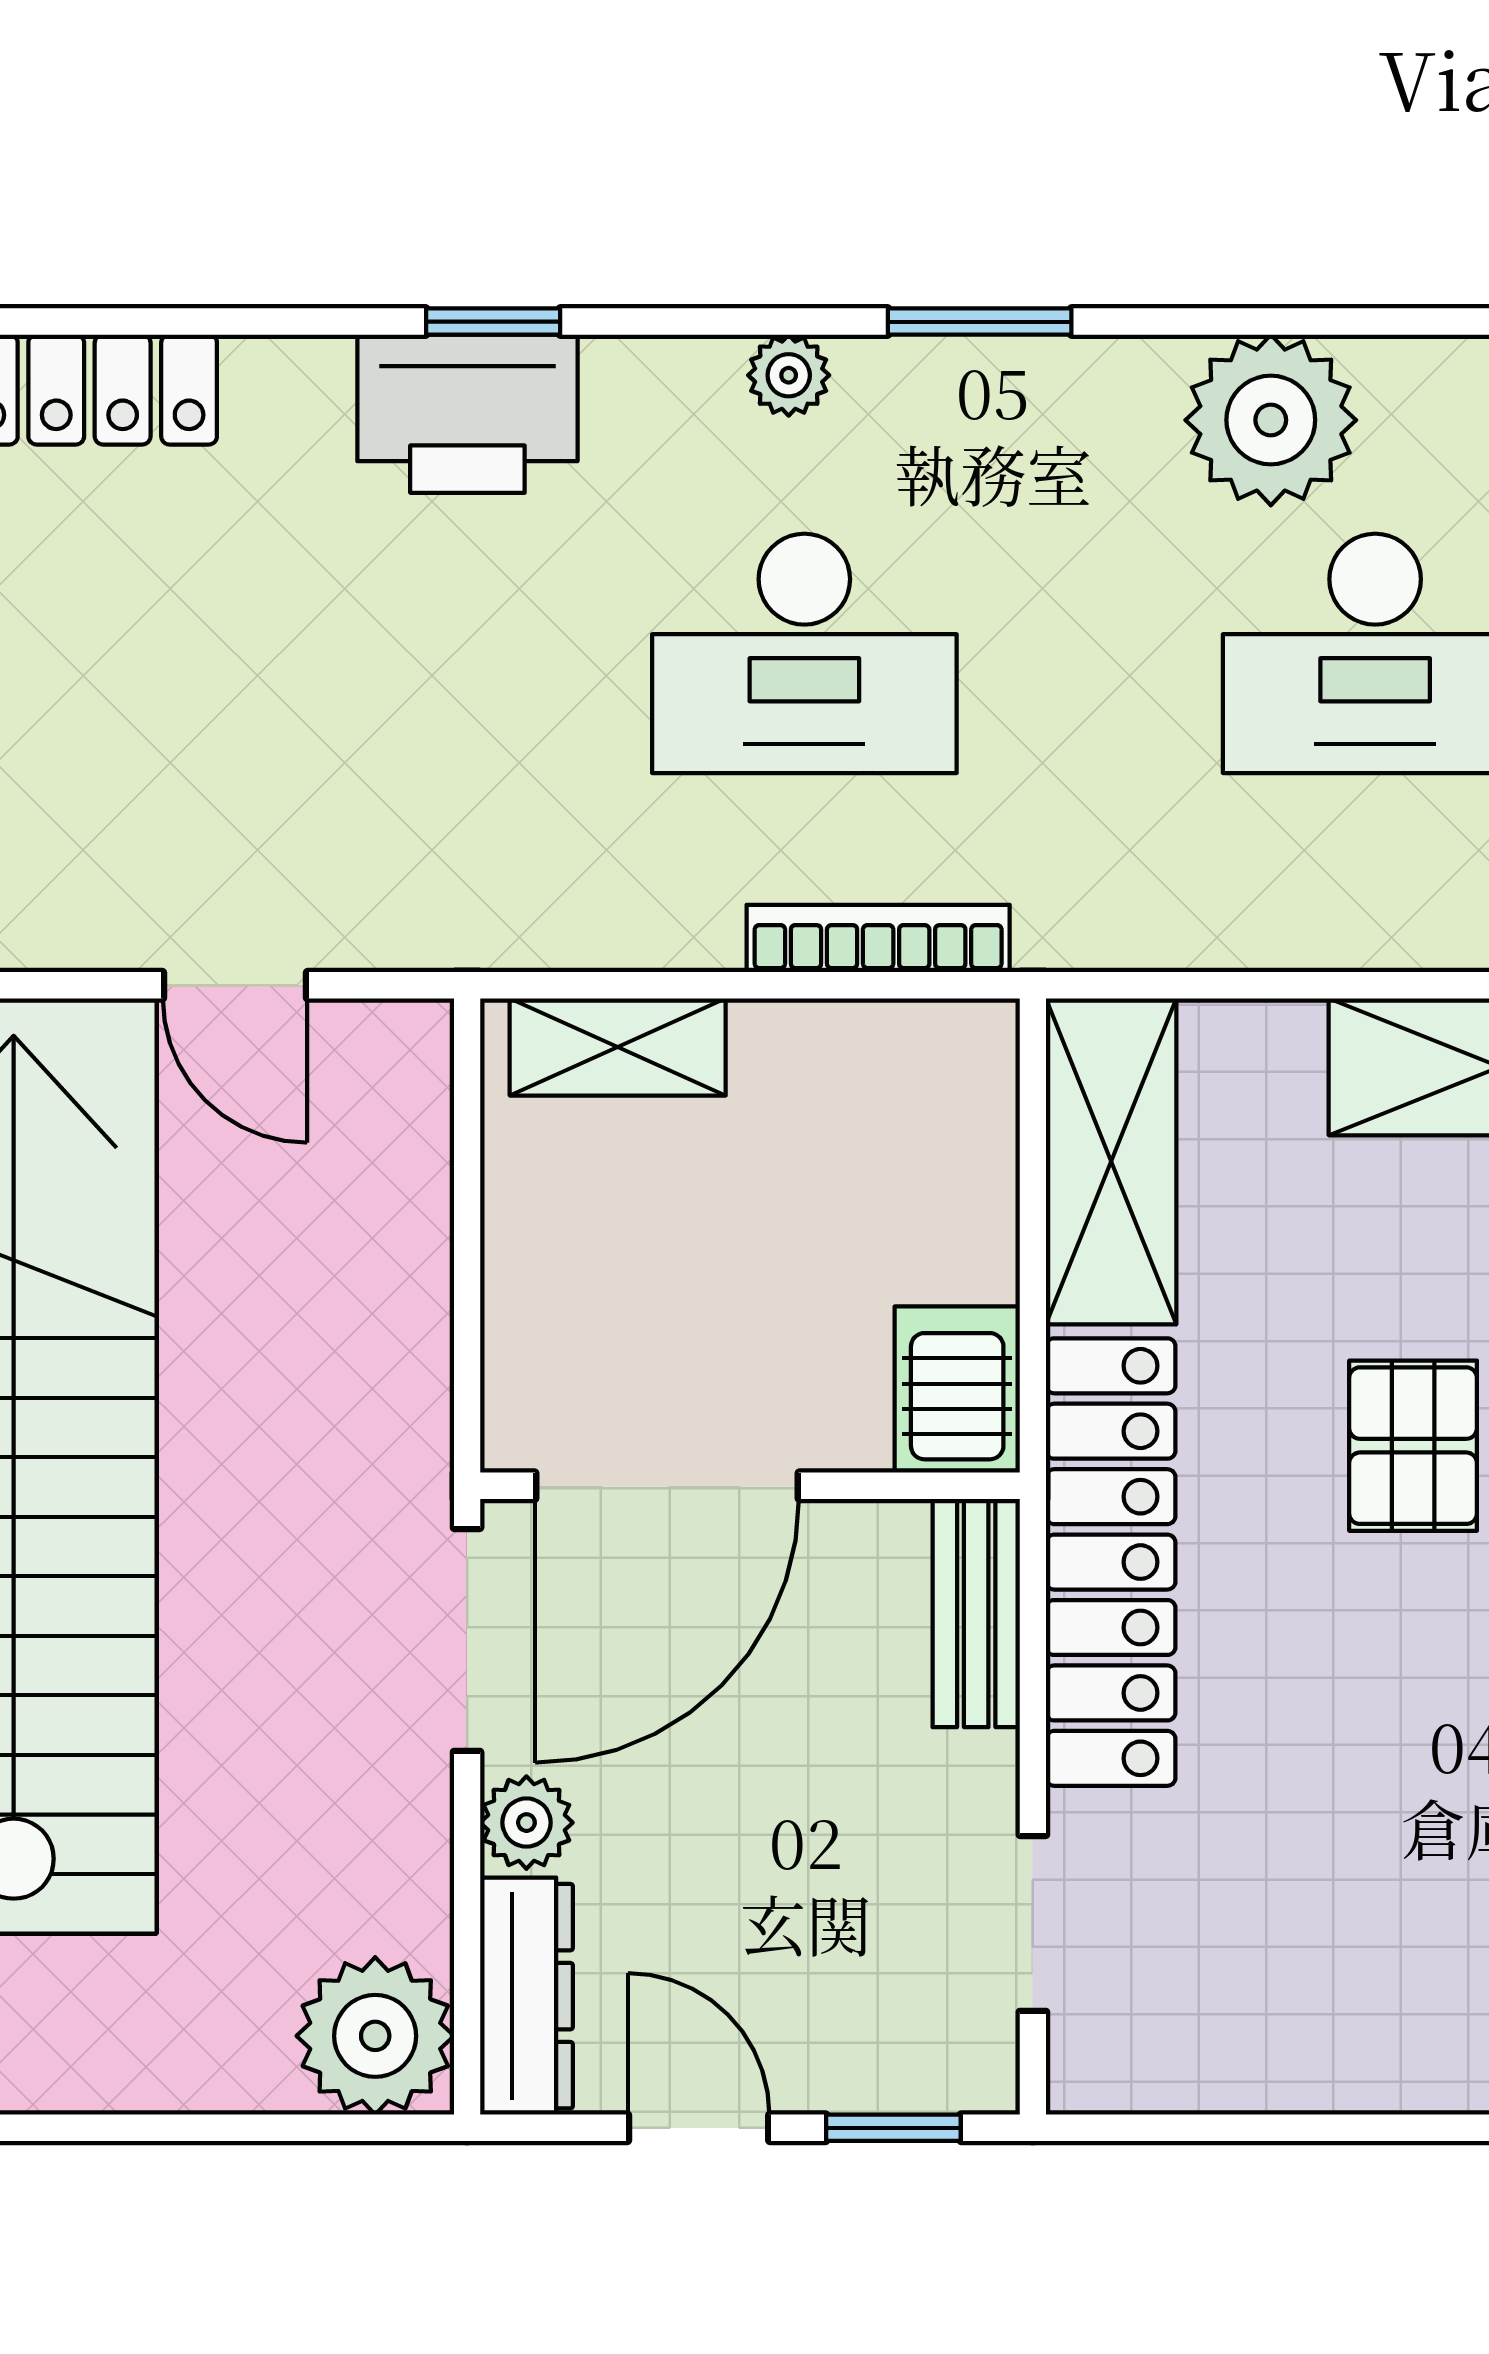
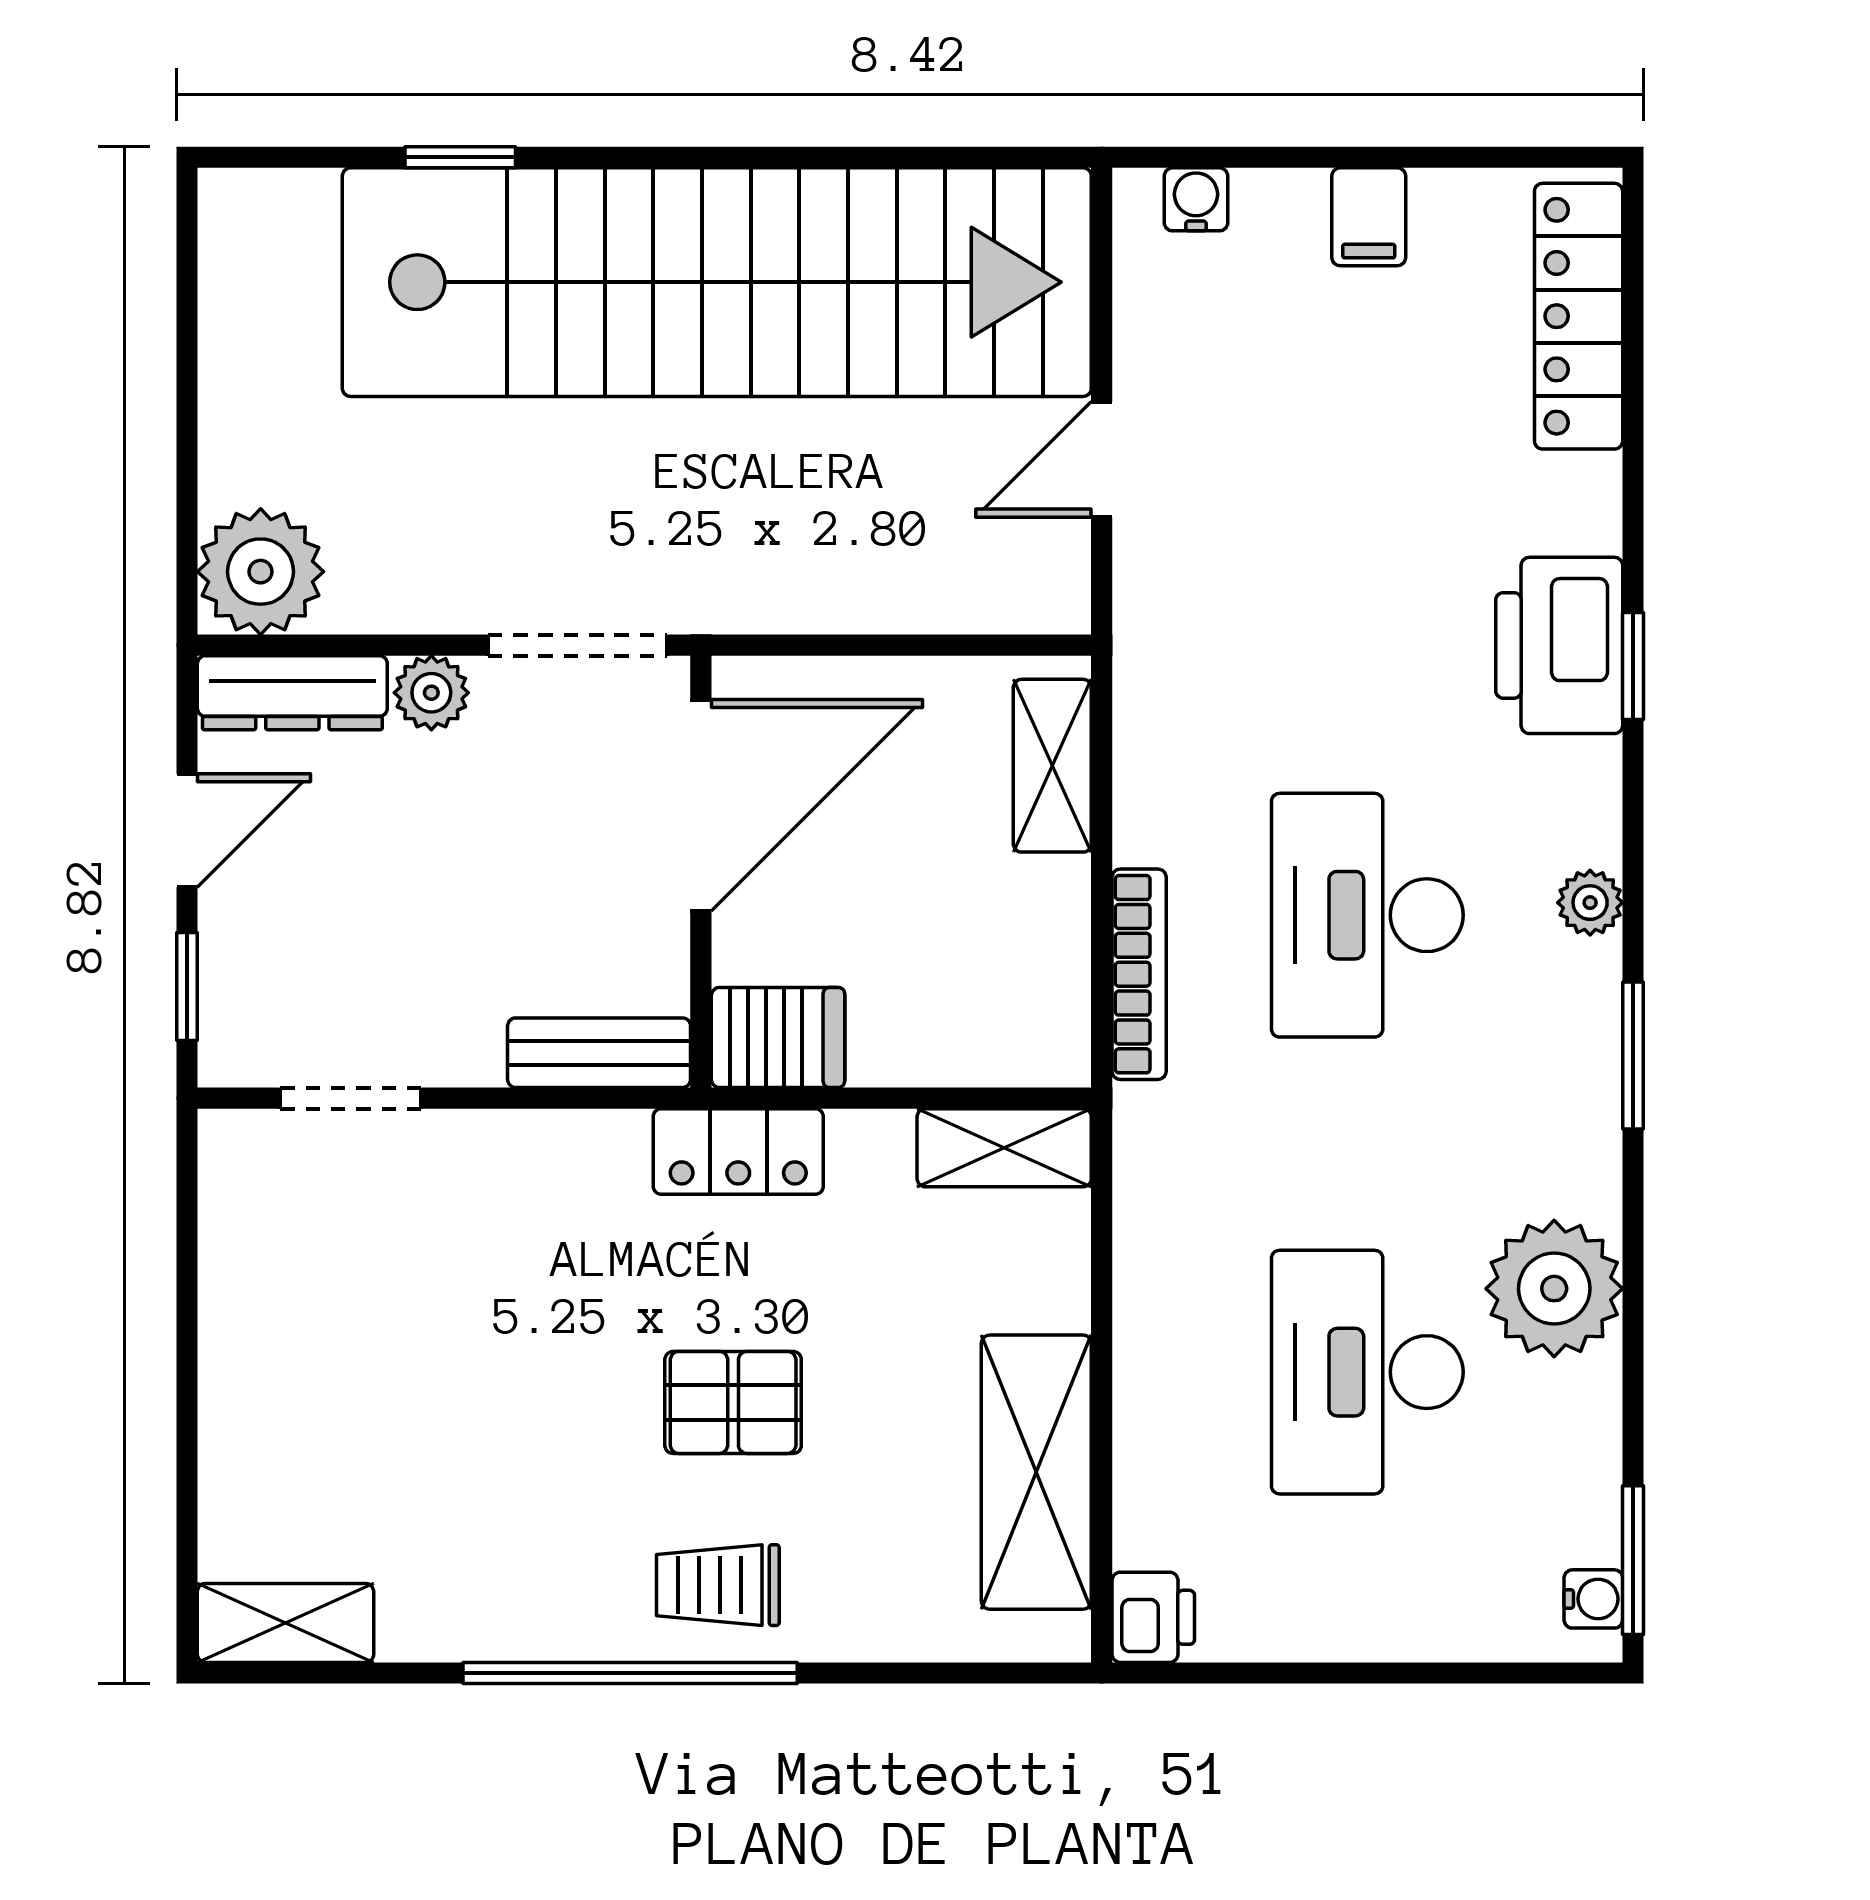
shelving: (1111, 1161) -> (1004, 1148), width x0.67, depth x0.75
door: (667, 1486) -> (701, 805), swing flipped
locker: (1111, 1562) -> (738, 1151), width x0.46, depth x0.83

